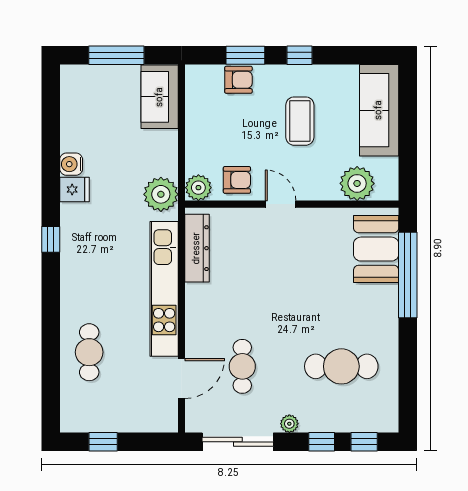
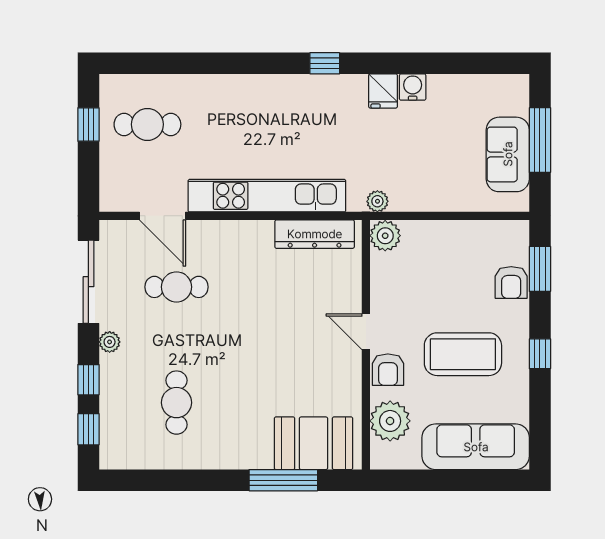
window: (245, 55) -> (540, 269), moved
sofa: (160, 97) -> (508, 154), moved, turned -90
coffee table: (300, 121) -> (463, 354), width x1.36, depth x1.32
armchair: (237, 180) -> (388, 370), moved
plant: (161, 194) -> (377, 201), width x0.53, depth x0.53
door: (281, 204) -> (366, 332), swing flipped
window: (408, 275) -> (283, 480), width x0.68
cafe table: (89, 352) -> (147, 124), moved
cafe table: (341, 366) -> (176, 403), width x0.73, depth x0.74

